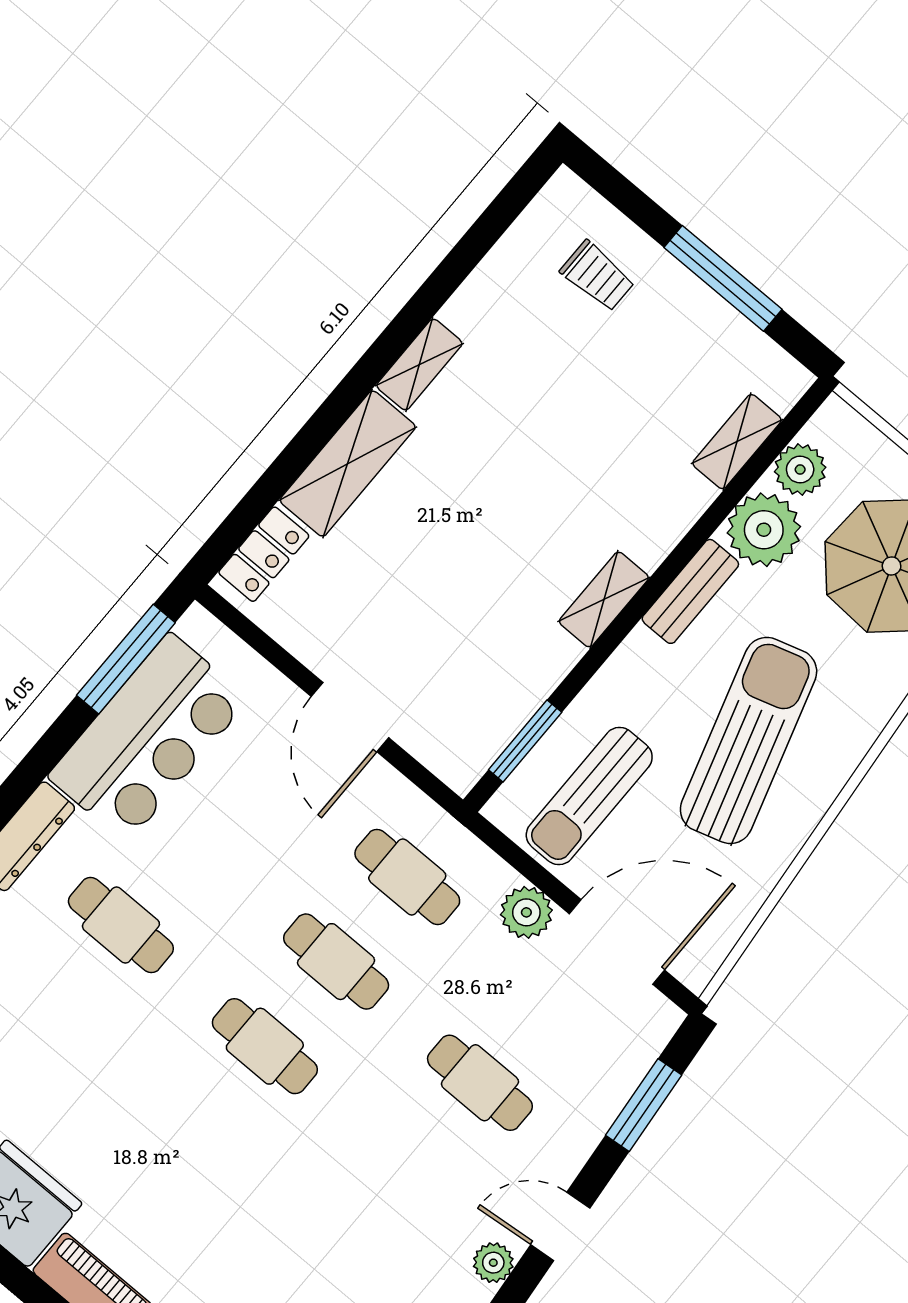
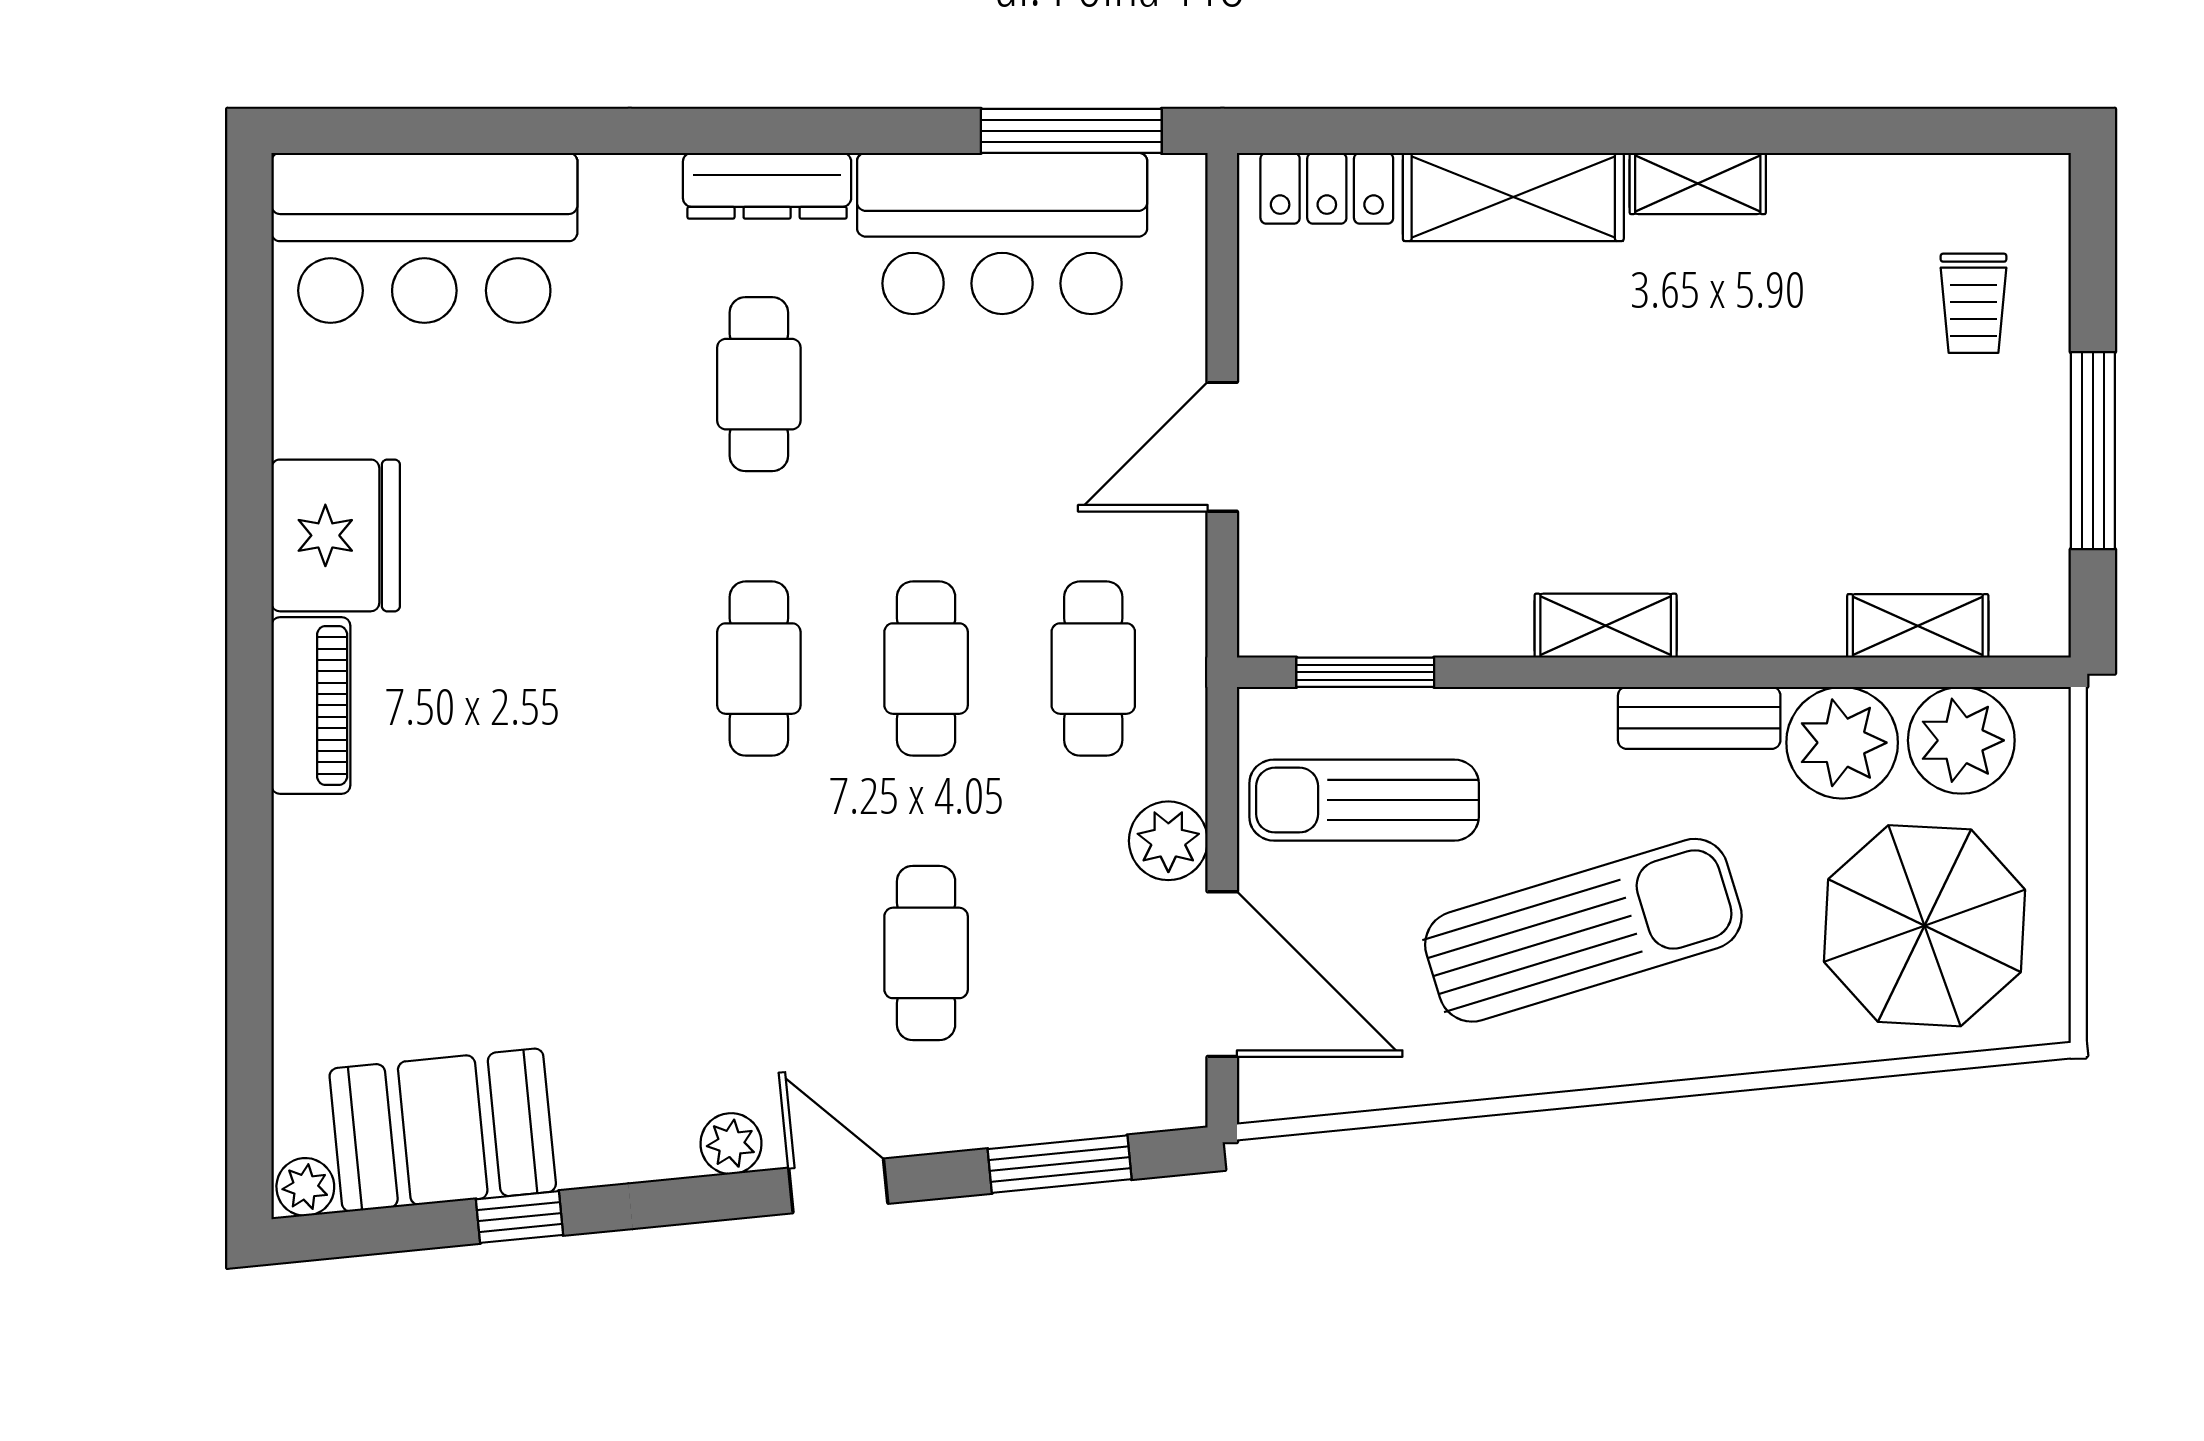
plant: (800, 470) -> (1961, 740), width x1.36, depth x1.36

